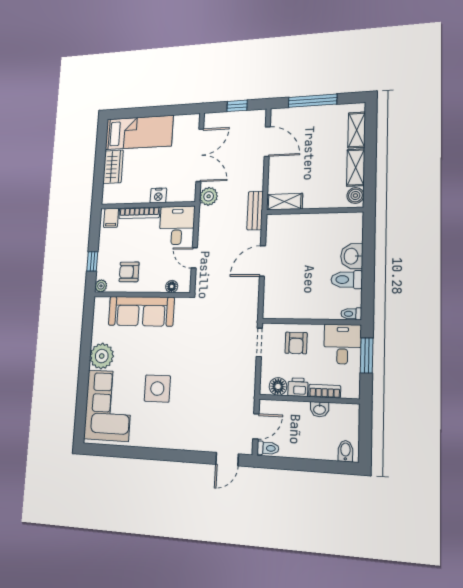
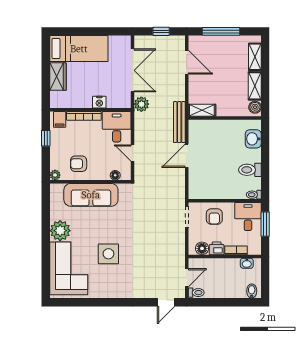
bench: (255, 211) -> (179, 122), width x1.36
washbasin: (352, 256) -> (253, 139), moved
window: (92, 261) -> (46, 138), moved
washbasin: (319, 409) -> (247, 263), moved

